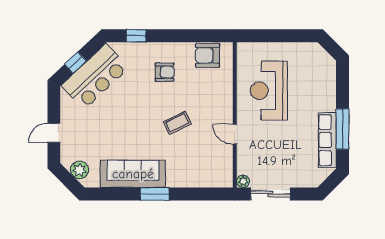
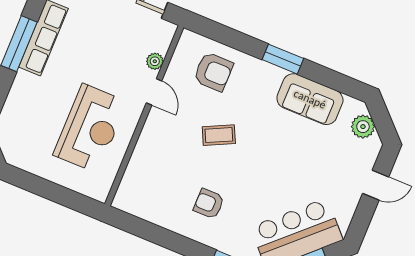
armchair: (208, 55) -> (213, 72), moved
sofa: (133, 174) -> (310, 99), width x0.73
plant: (243, 181) -> (155, 61), moved

